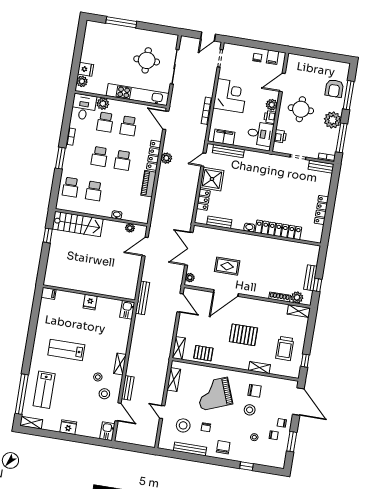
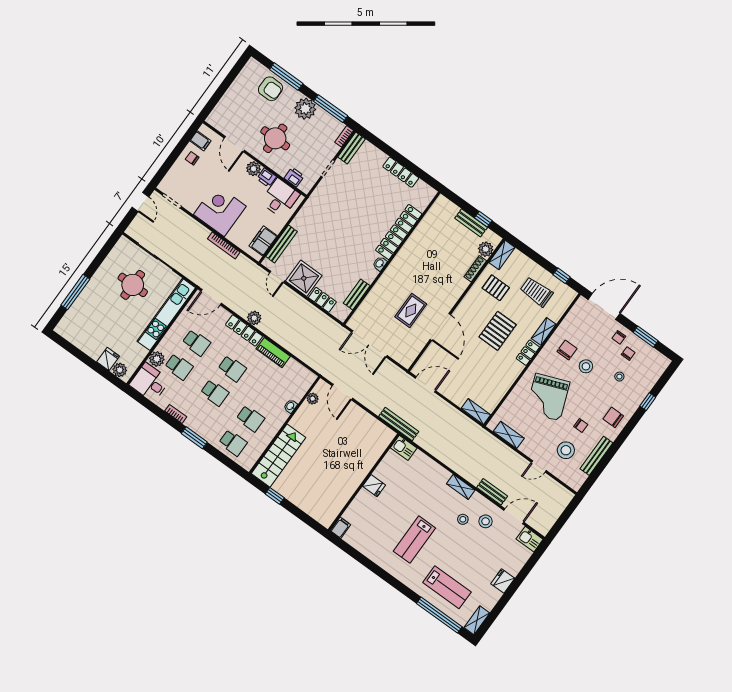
plant: (190, 278) -> (403, 359), removed
trolley: (285, 348) -> (536, 292), turned 180
pallet: (203, 353) -> (496, 288), moved, turned 90
locker: (239, 364) -> (528, 353), added

